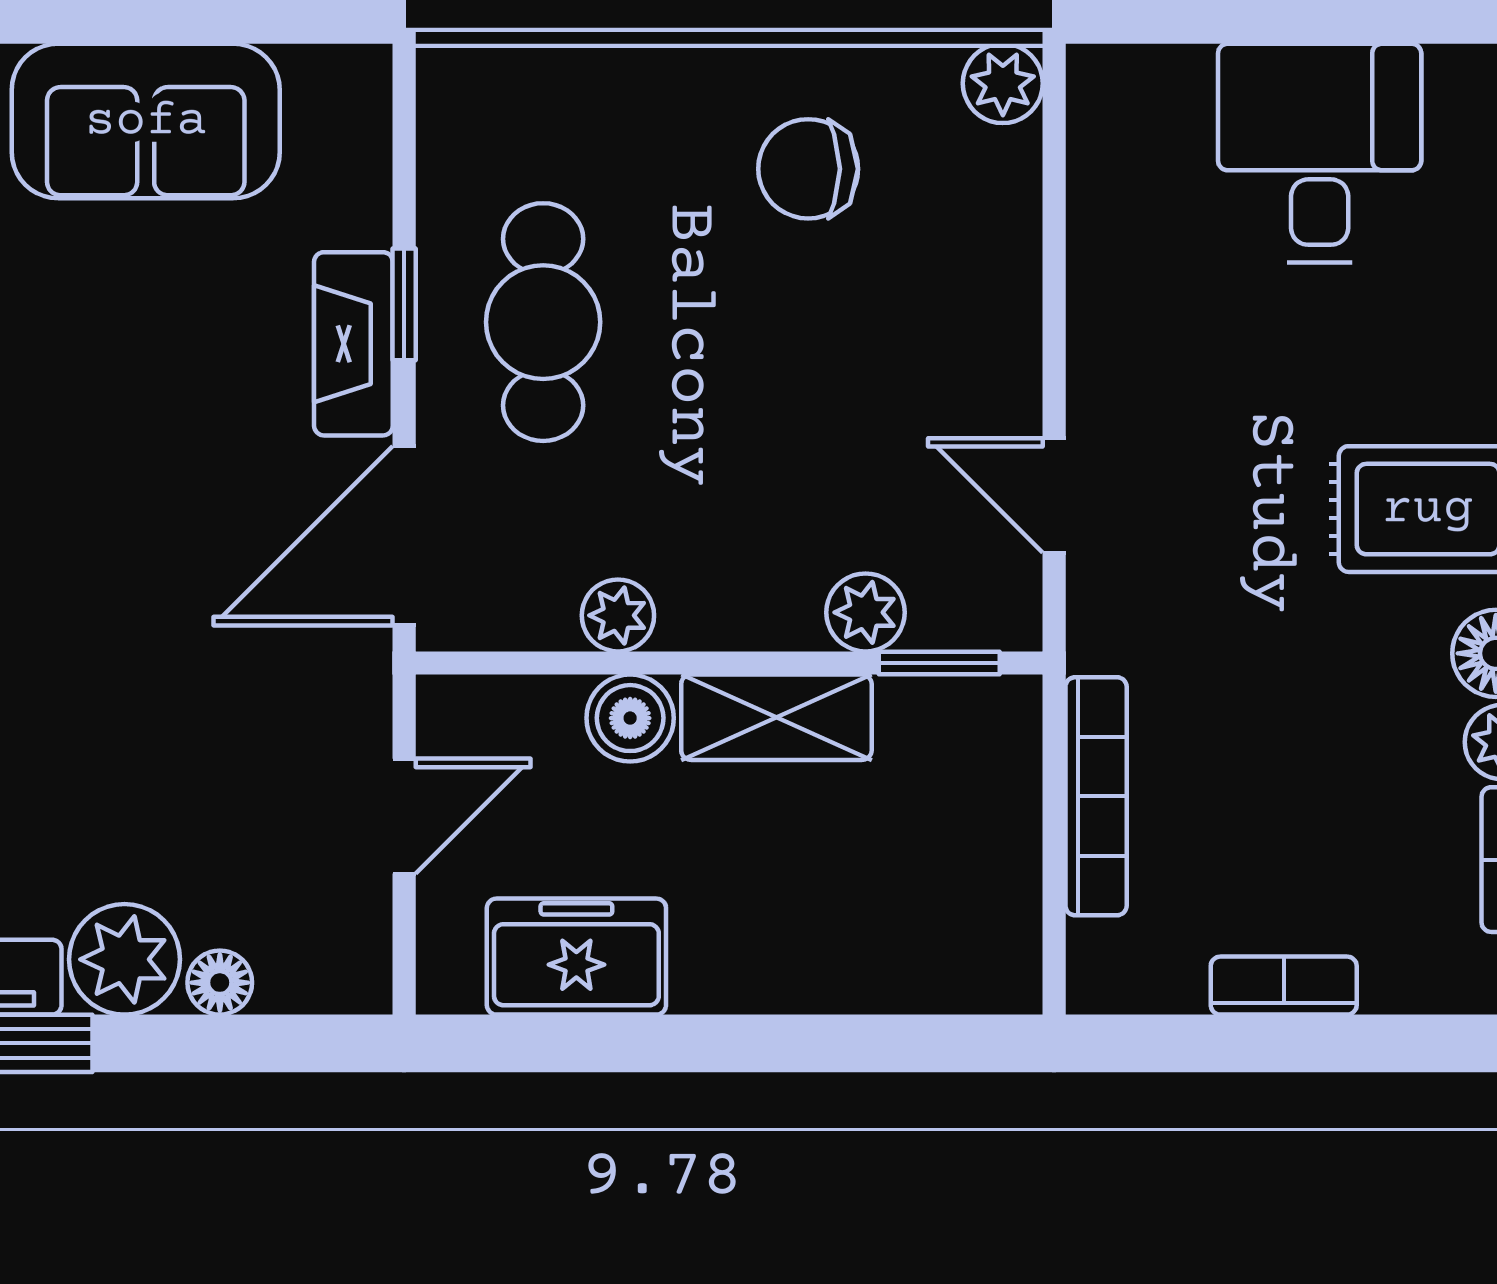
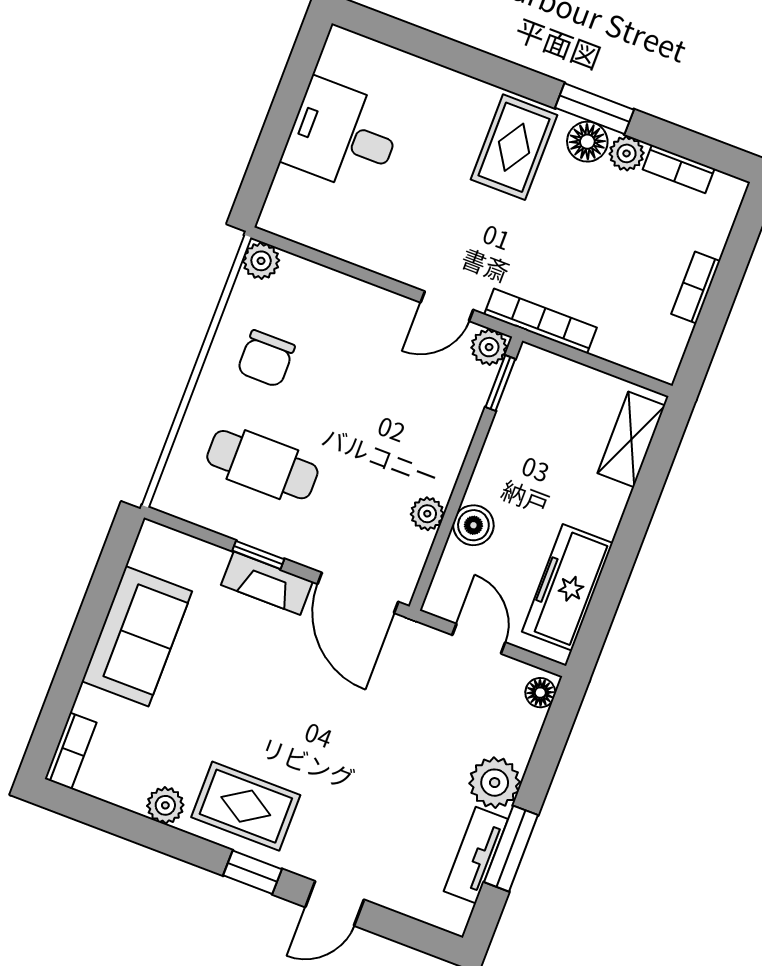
cafe table: (543, 322) -> (262, 465), moved
plant: (866, 612) -> (489, 347), moved
shelving: (776, 717) -> (631, 439), moved
bookcase: (1096, 796) -> (541, 321), moved
freezer: (576, 957) -> (567, 587), width x1.40
floor lamp: (220, 983) -> (540, 693), moved

